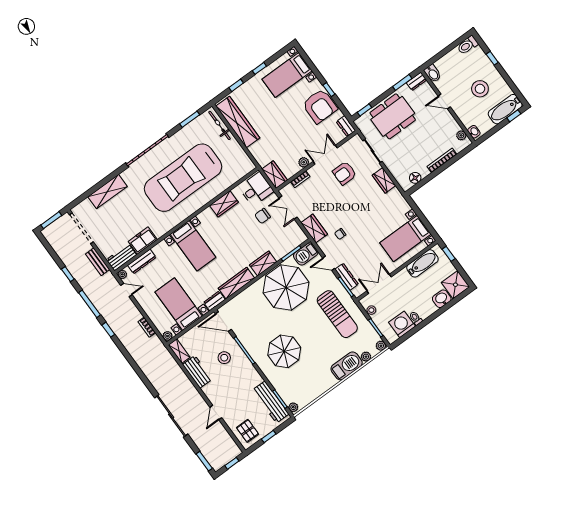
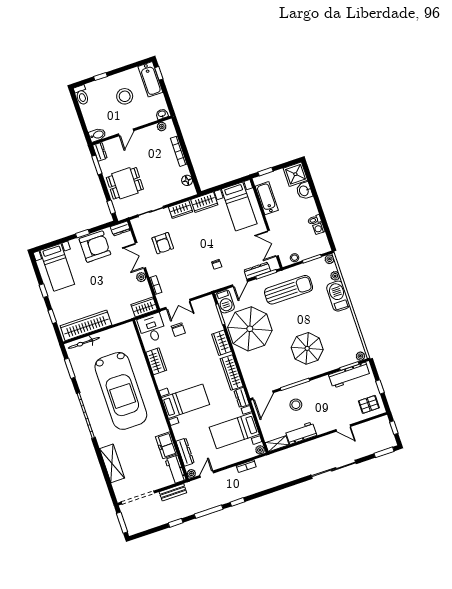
dining table: (393, 116) -> (125, 183), width x0.73
wardrobe: (314, 228) -> (204, 202), moved, turned 180
washing machine: (402, 324) -> (319, 229), width x0.53, depth x0.53

